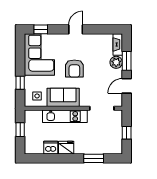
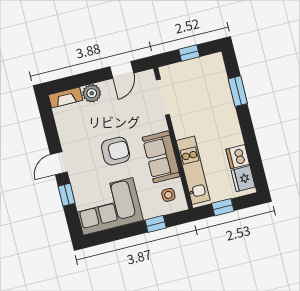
window: (41, 29) -> (67, 195), moved
door: (76, 29) -> (59, 163), hinge flipped
window: (127, 61) -> (86, 79), removed
door: (127, 86) -> (122, 70), hinge flipped
kitchen unit: (65, 116) -> (193, 170), moved
fridge: (66, 148) -> (243, 179), moved

